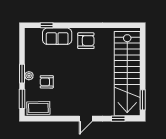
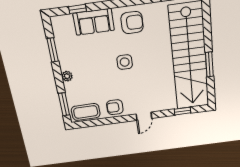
side table: (76, 70) -> (125, 62), added
window: (22, 74) -> (53, 50), moved
armchair: (47, 82) -> (115, 107), moved
window: (143, 100) -> (209, 64), moved

